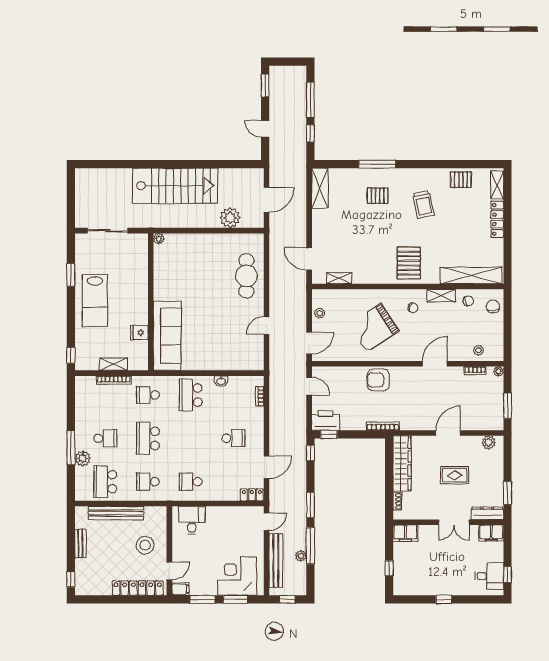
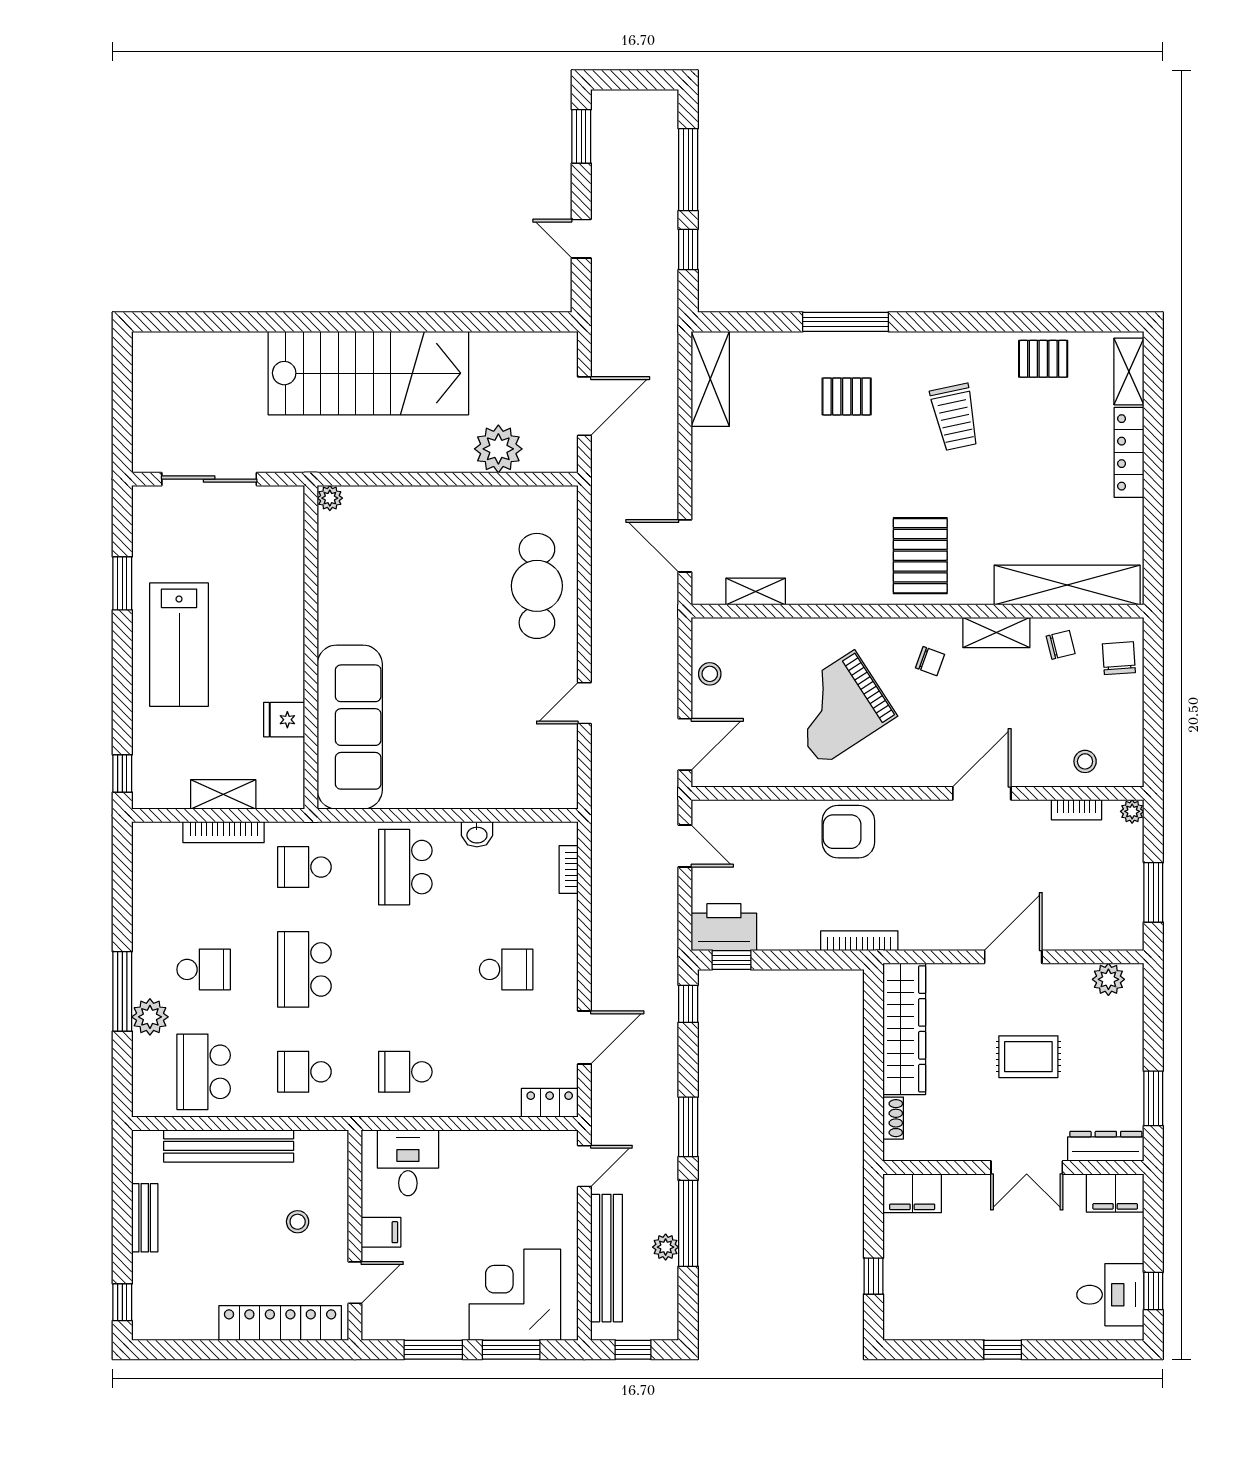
stool: (145, 545) -> (298, 1222), width x0.53, depth x0.53
filing cabinet: (180, 589) -> (381, 1232), moved

